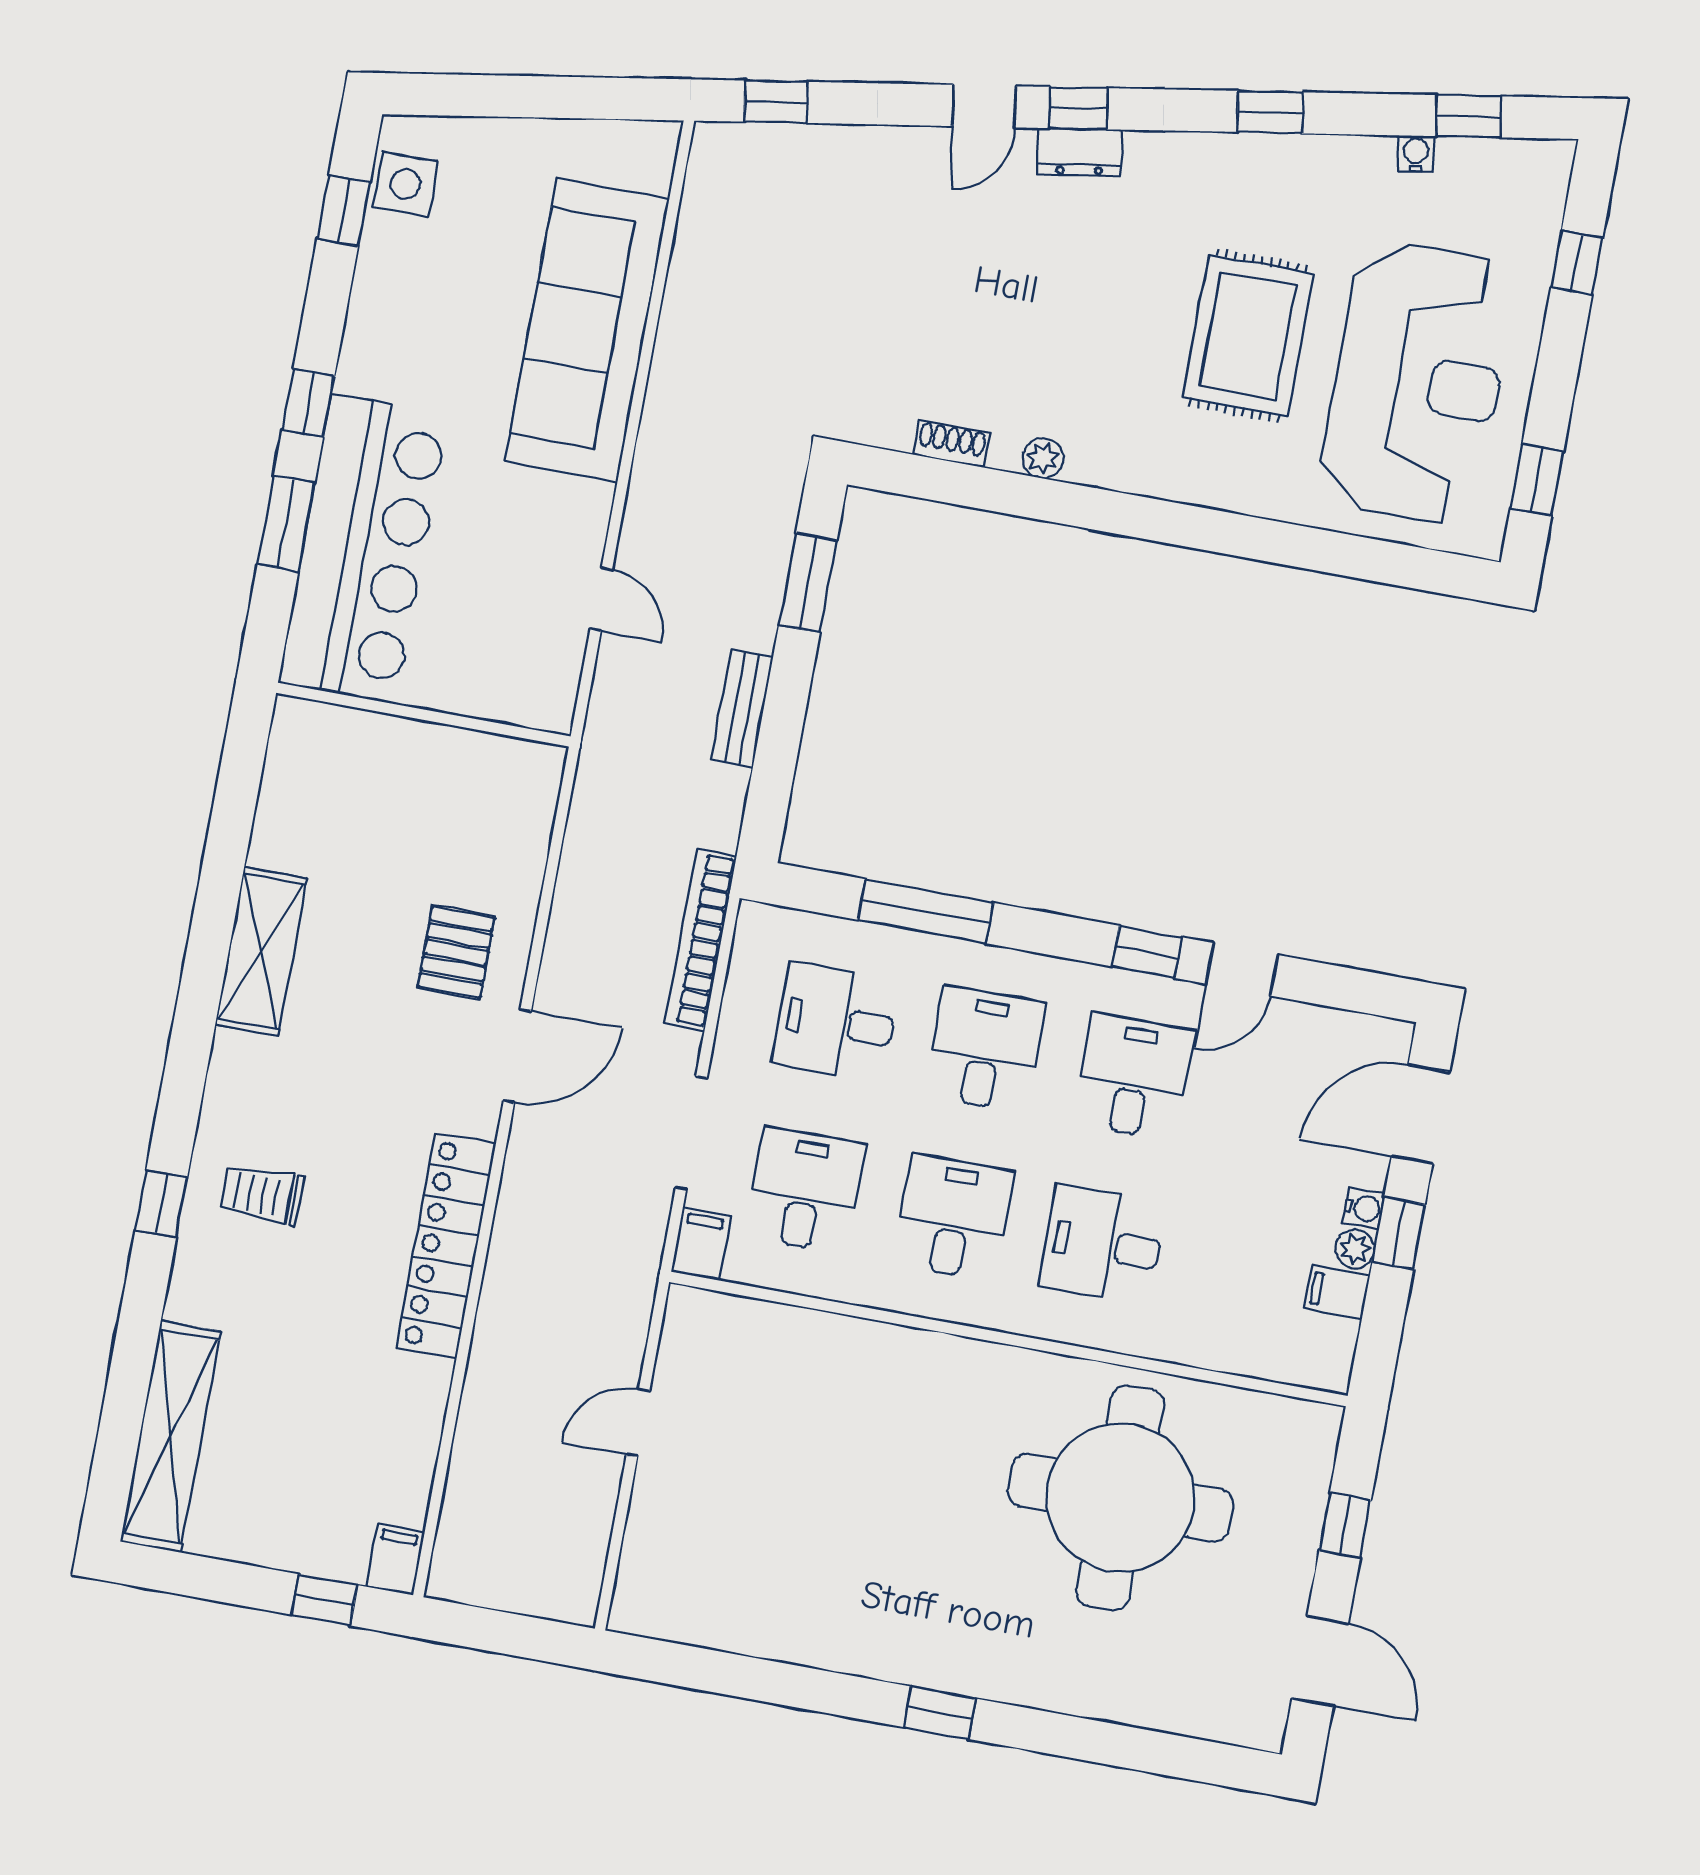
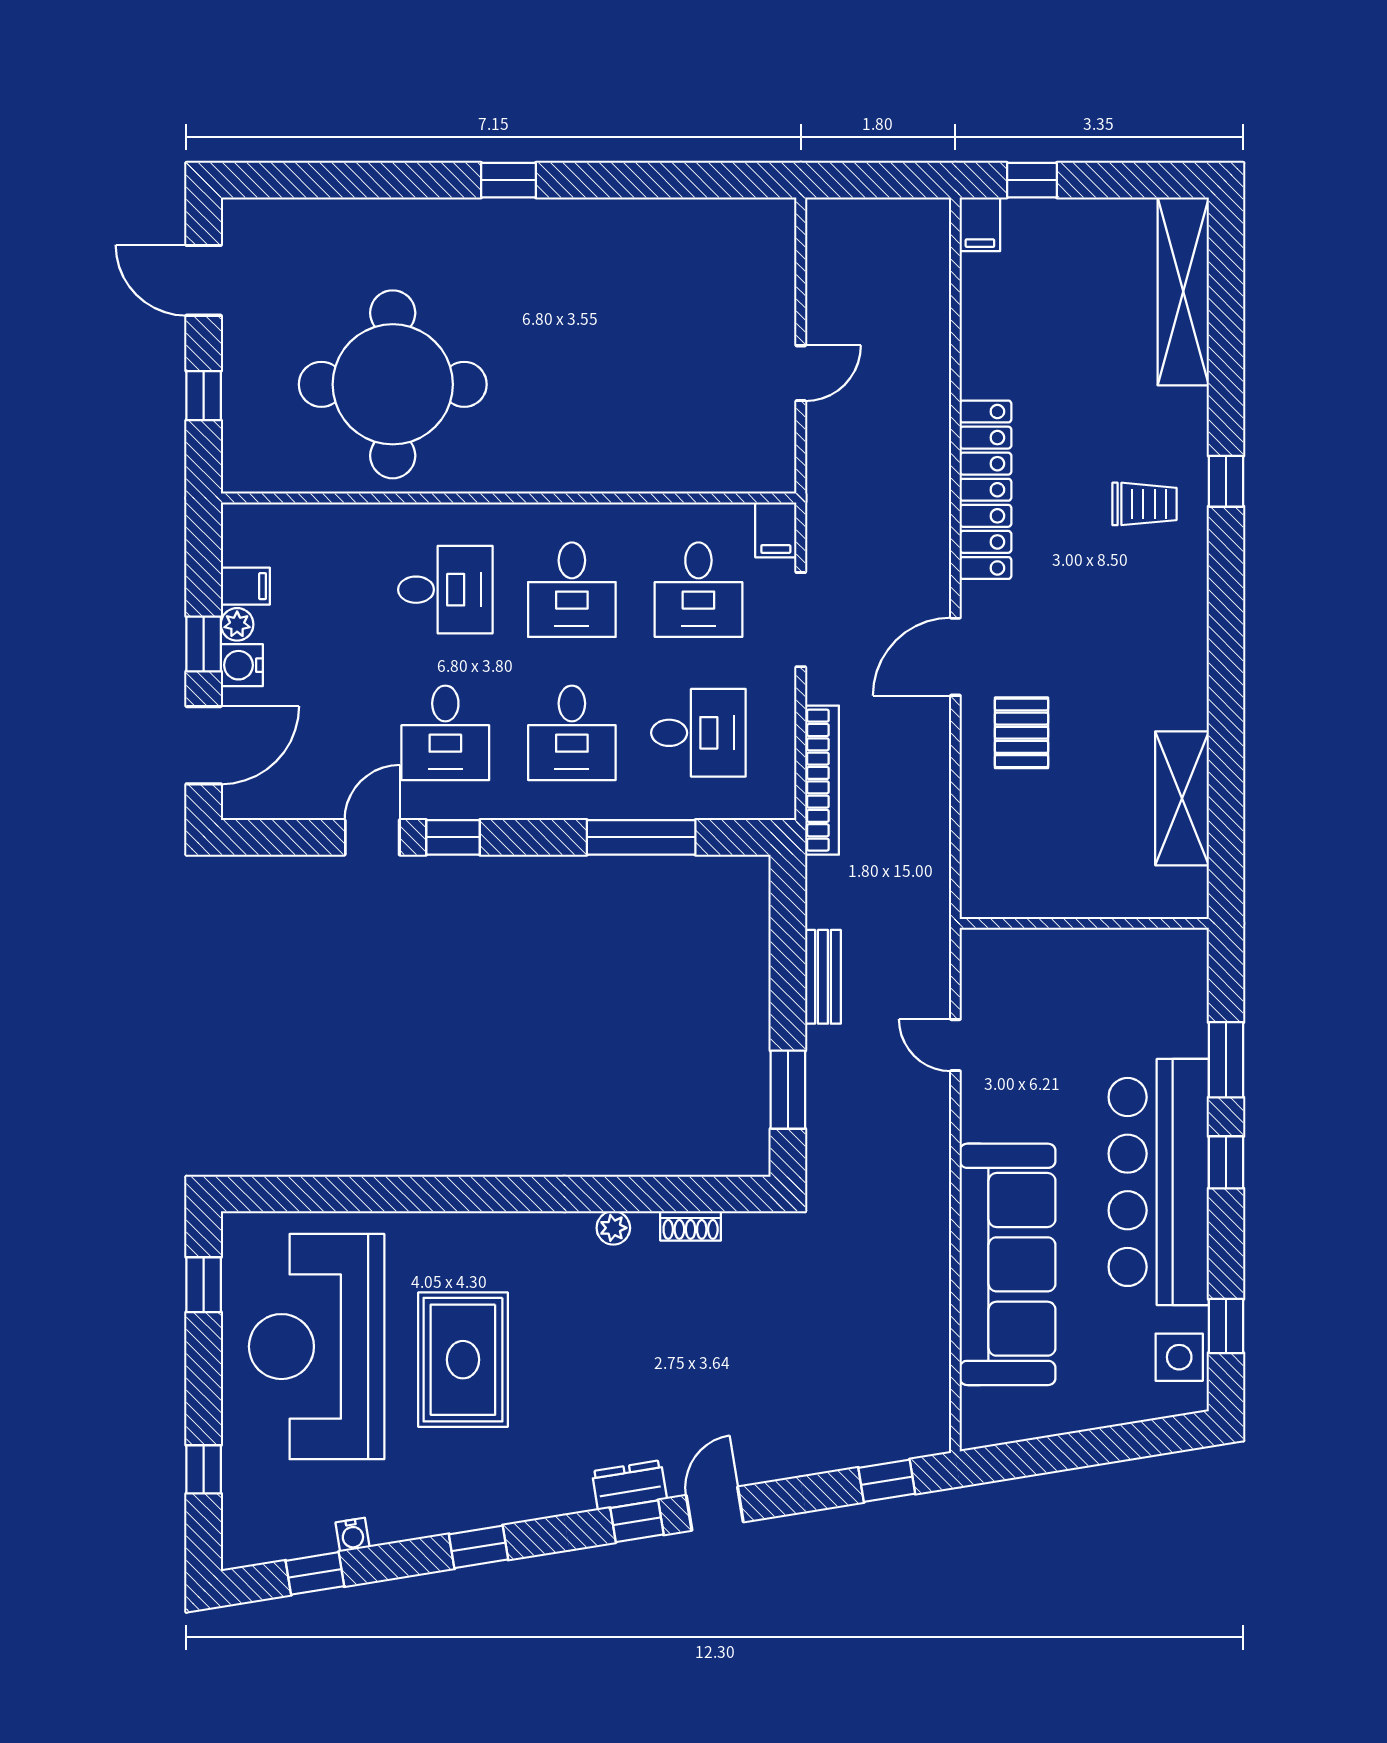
bar counter: (363, 549) -> (1159, 1182), moved
shelving: (261, 951) -> (1182, 798), moved
water cooler: (1364, 1208) -> (242, 665), width x1.38, depth x1.38

